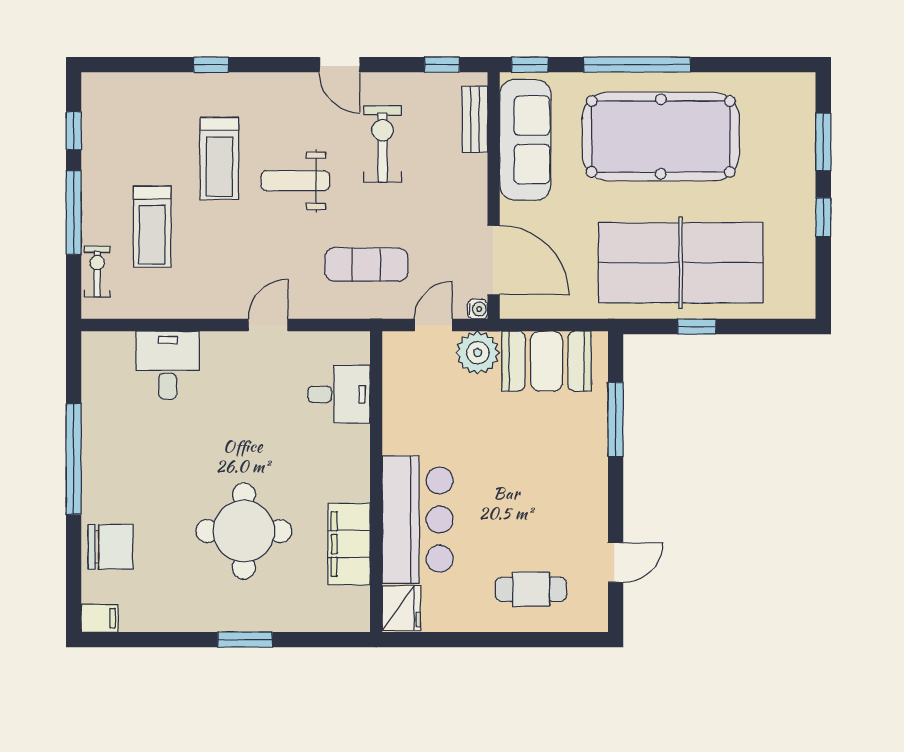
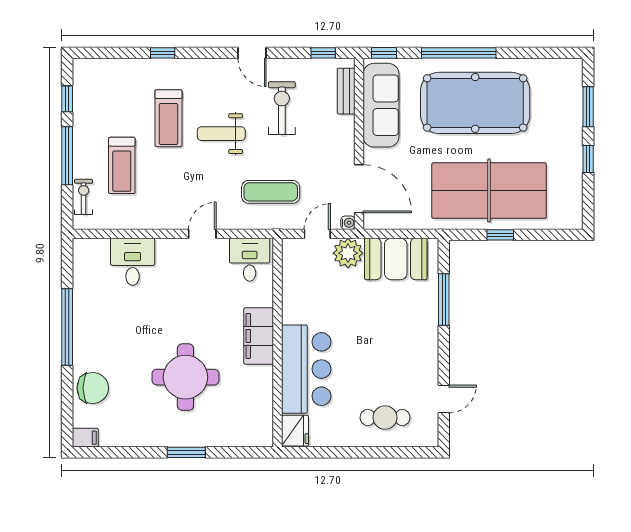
desk: (339, 394) -> (250, 260), moved, turned -90
filing cabinet: (349, 544) -> (259, 336), moved

